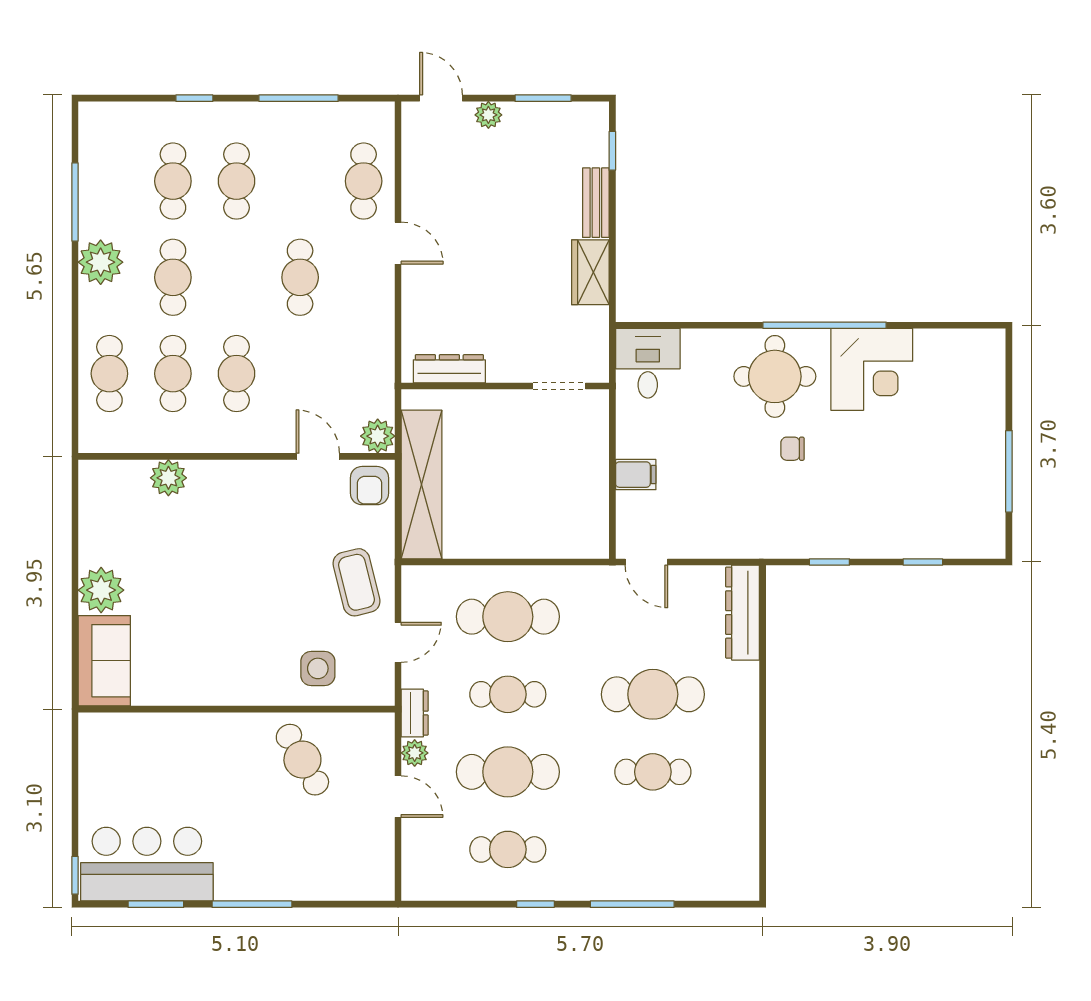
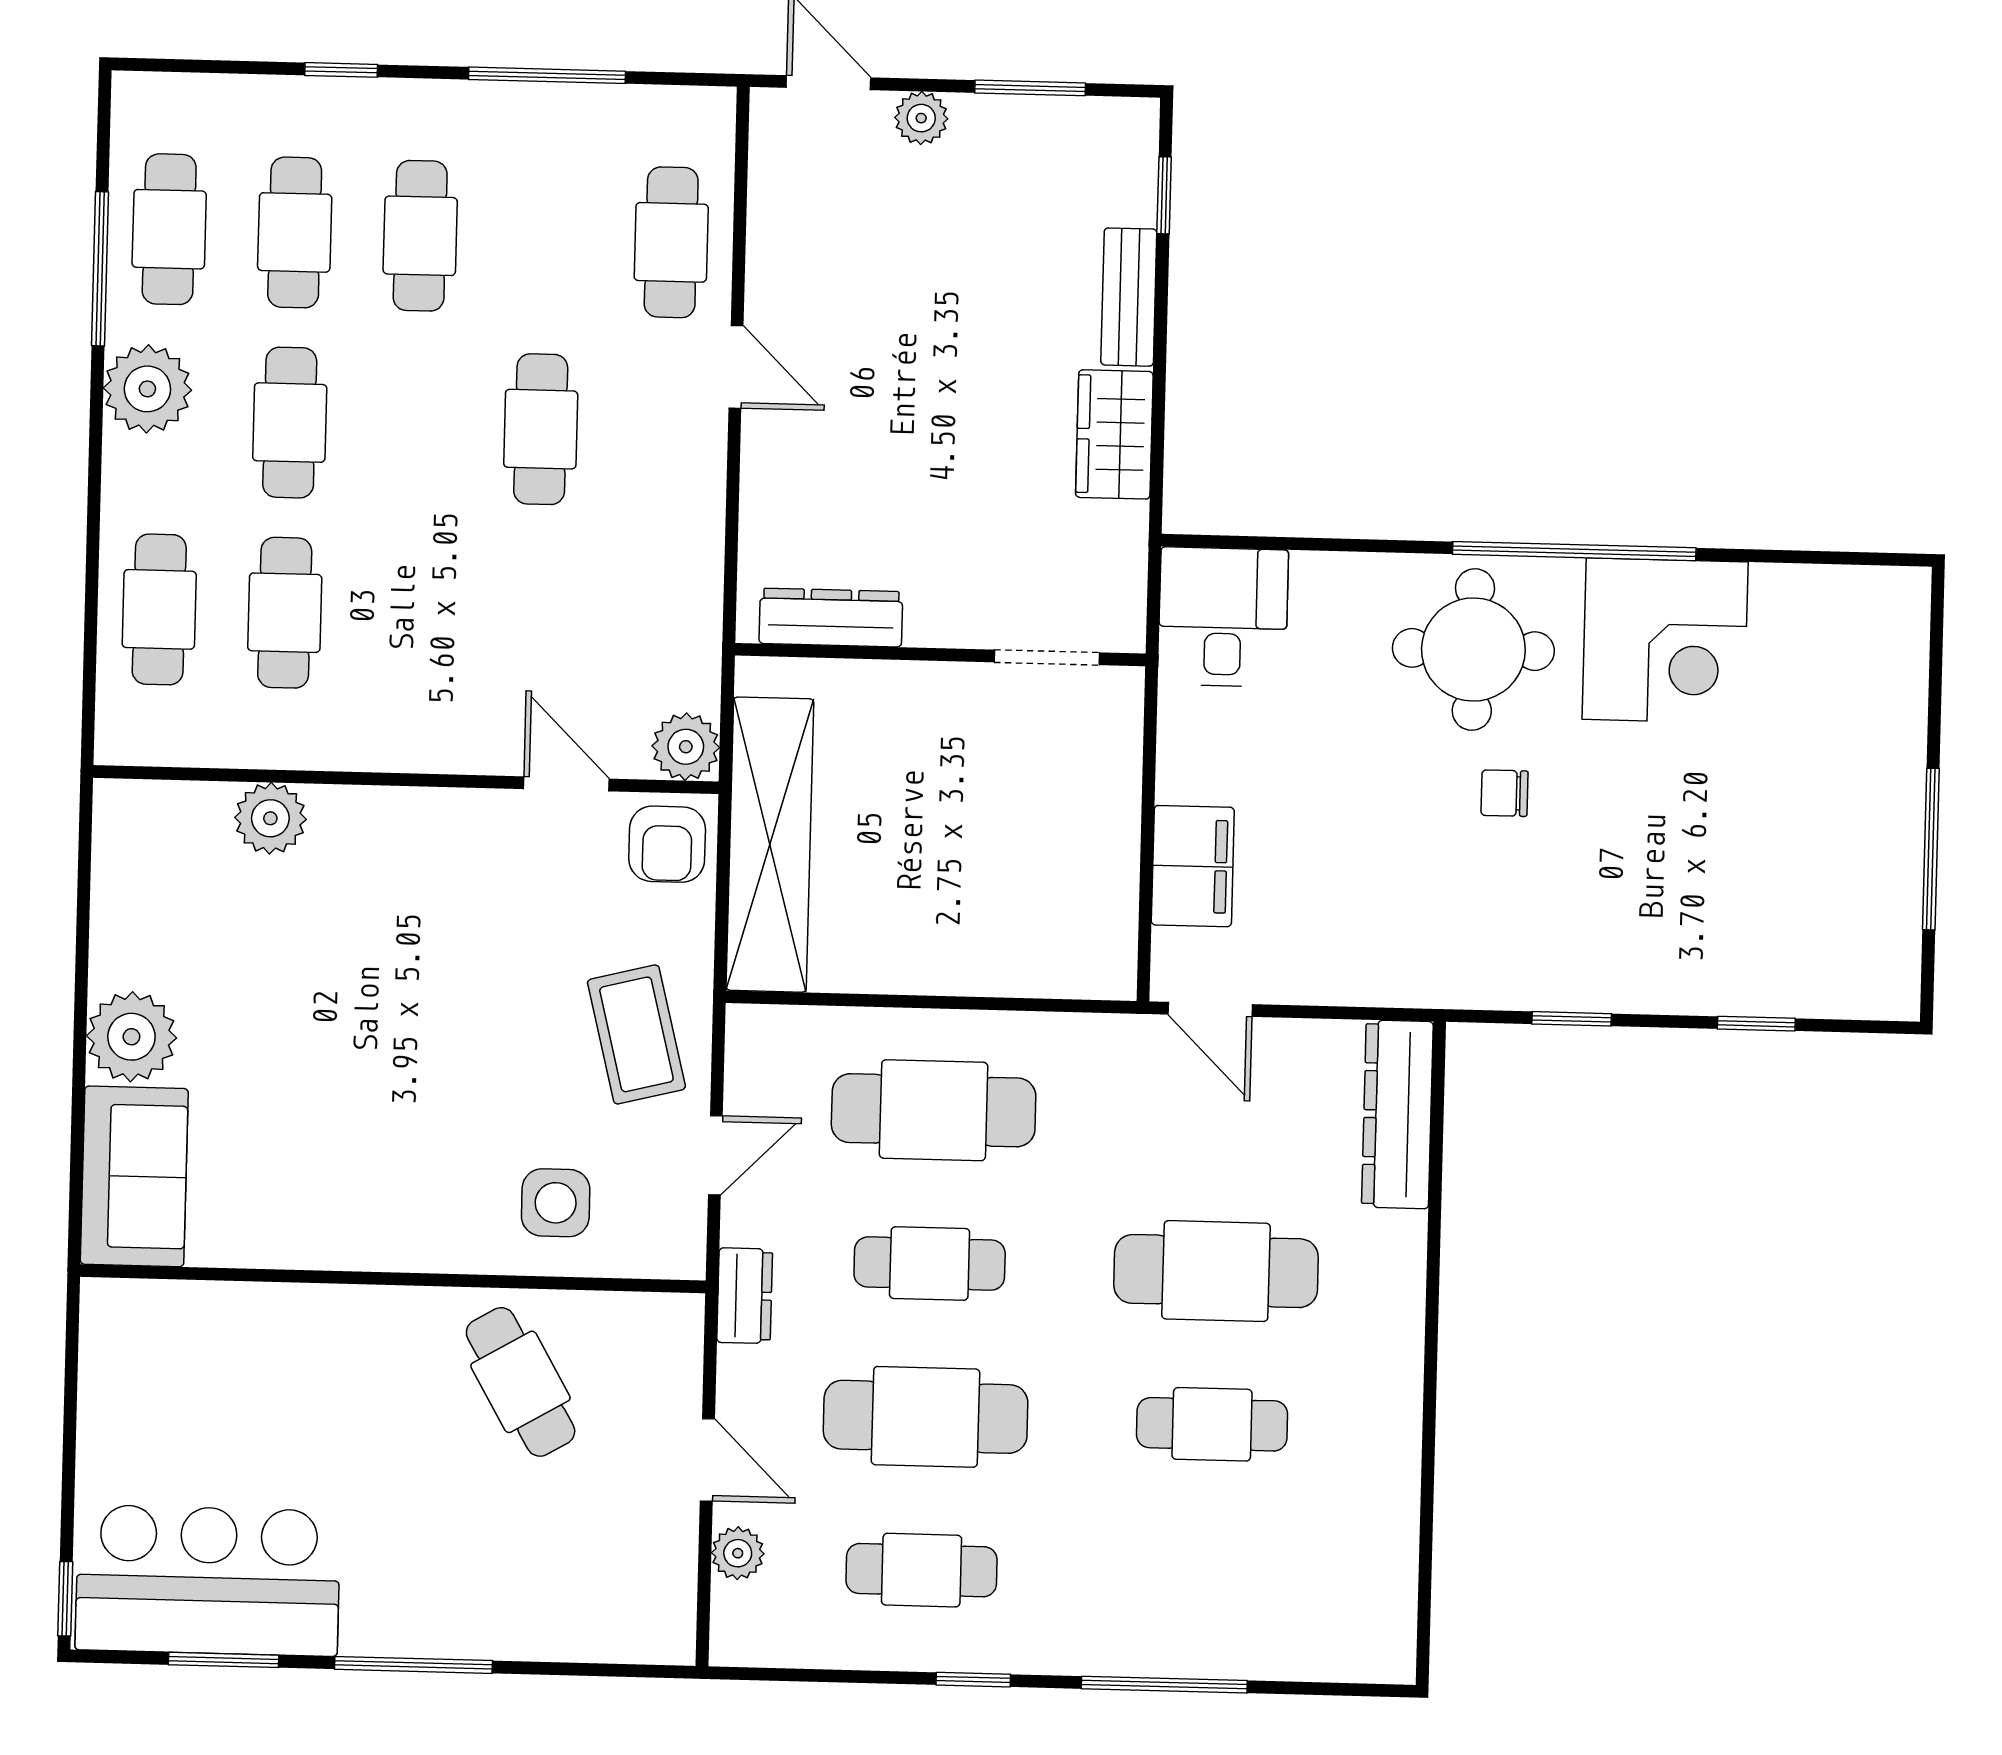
cafe table: (237, 374) -> (169, 229), moved
filing cabinet: (636, 475) -> (1193, 866), width x2.00
plant: (415, 753) -> (738, 1553), moved

